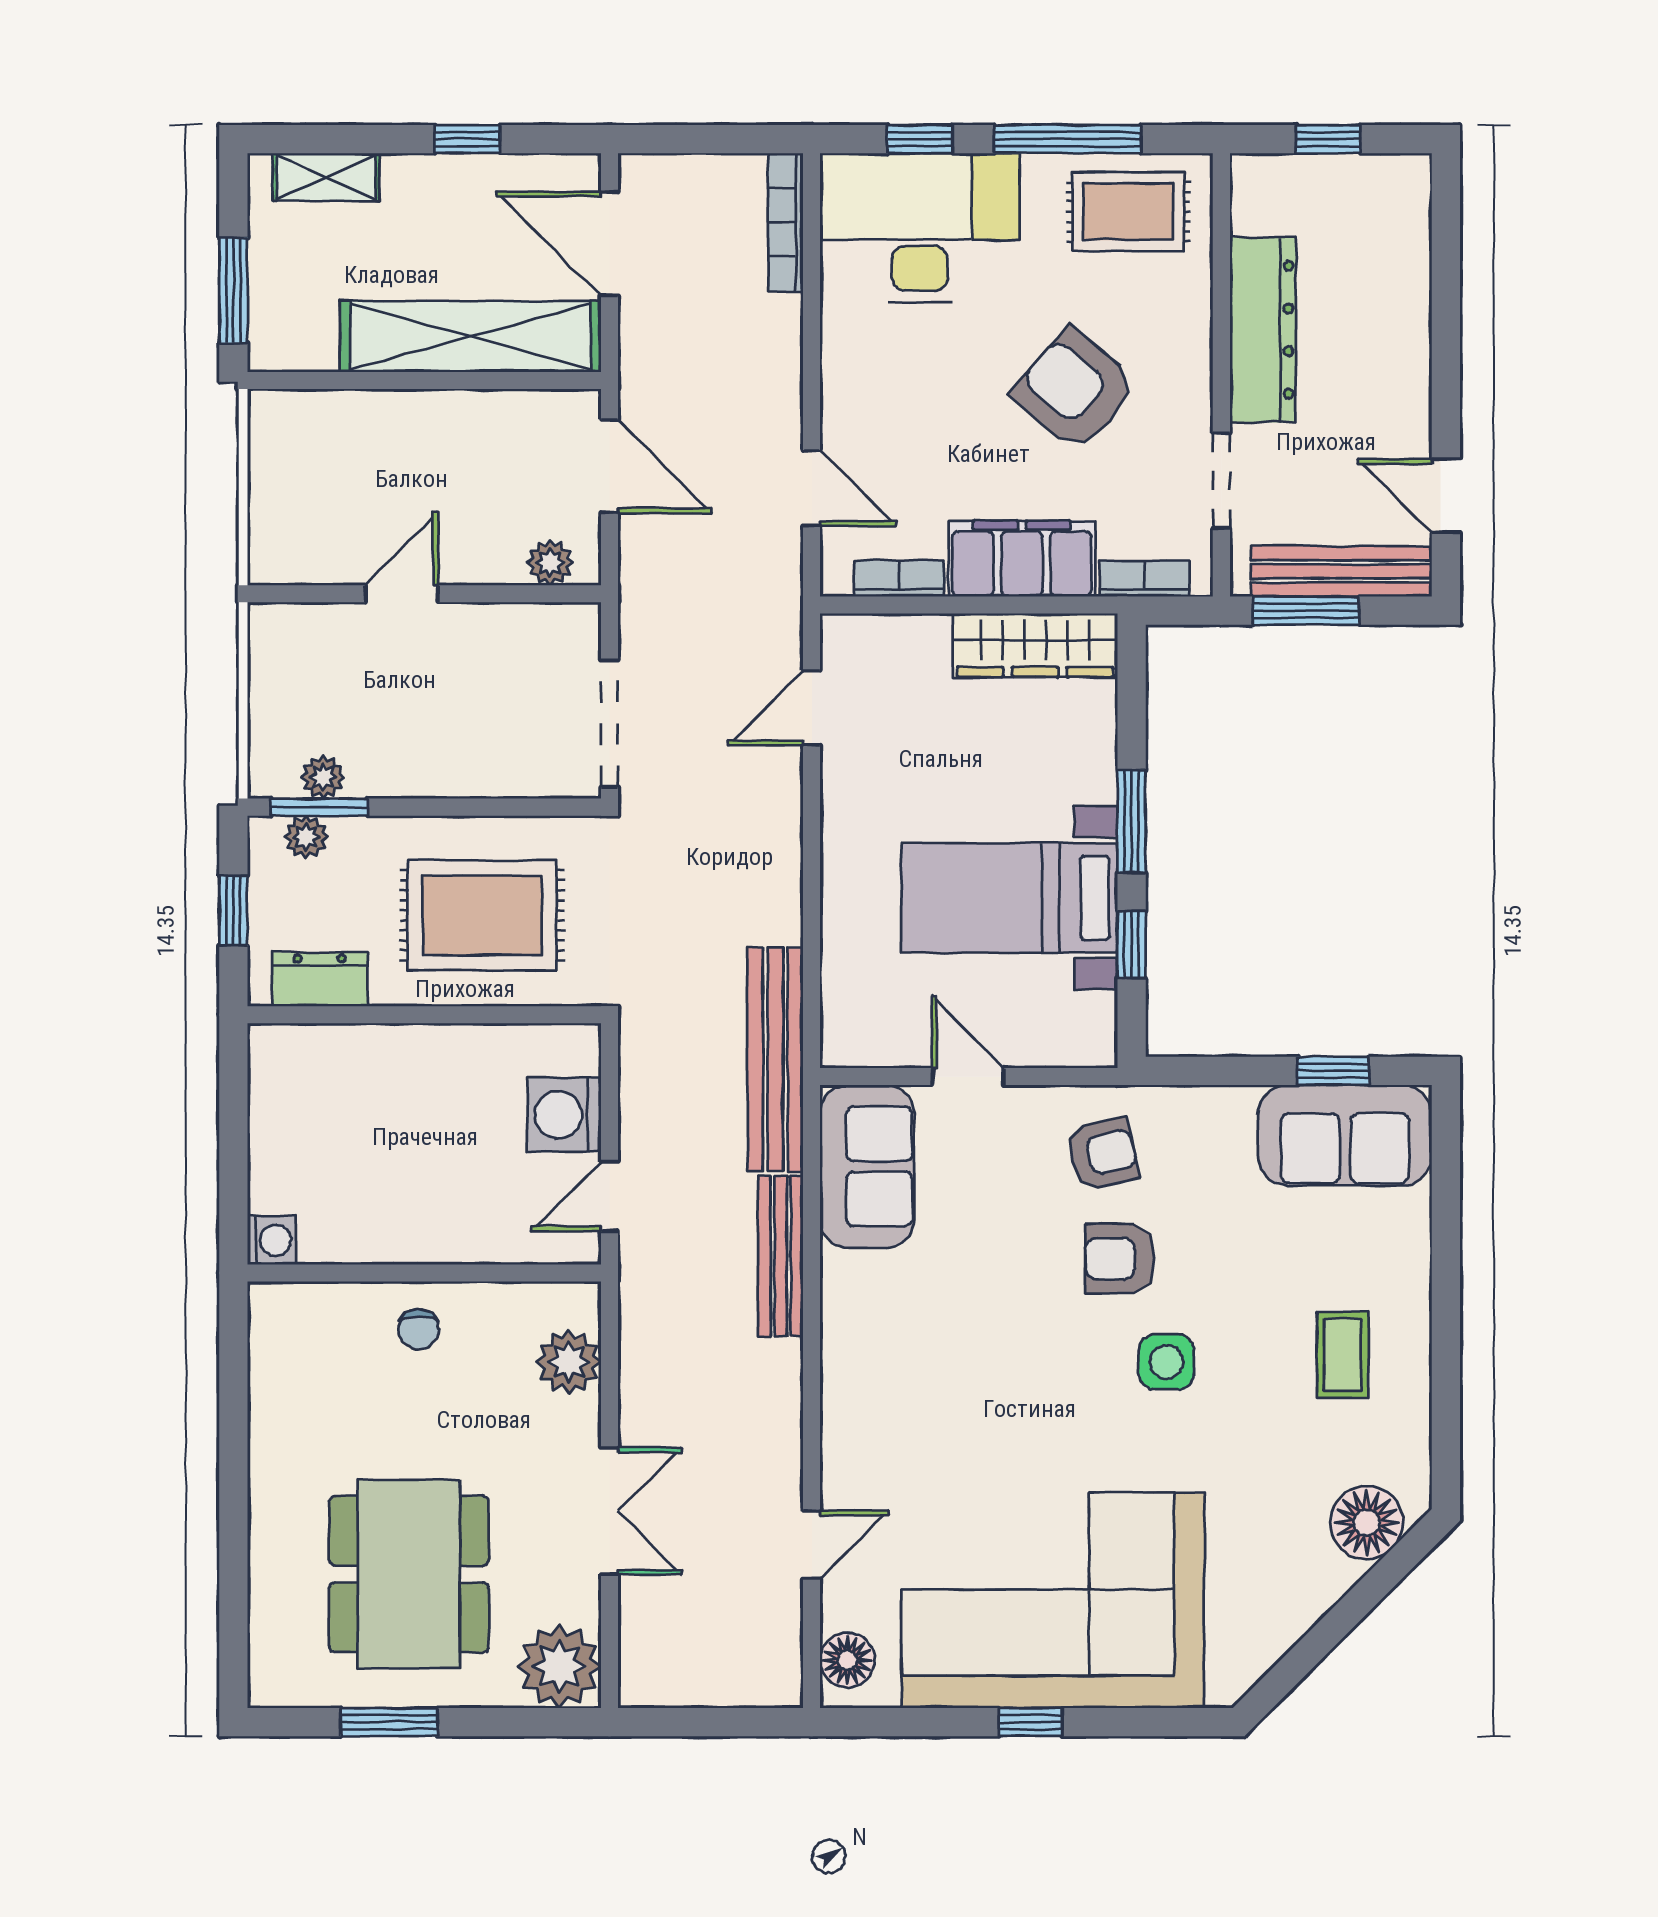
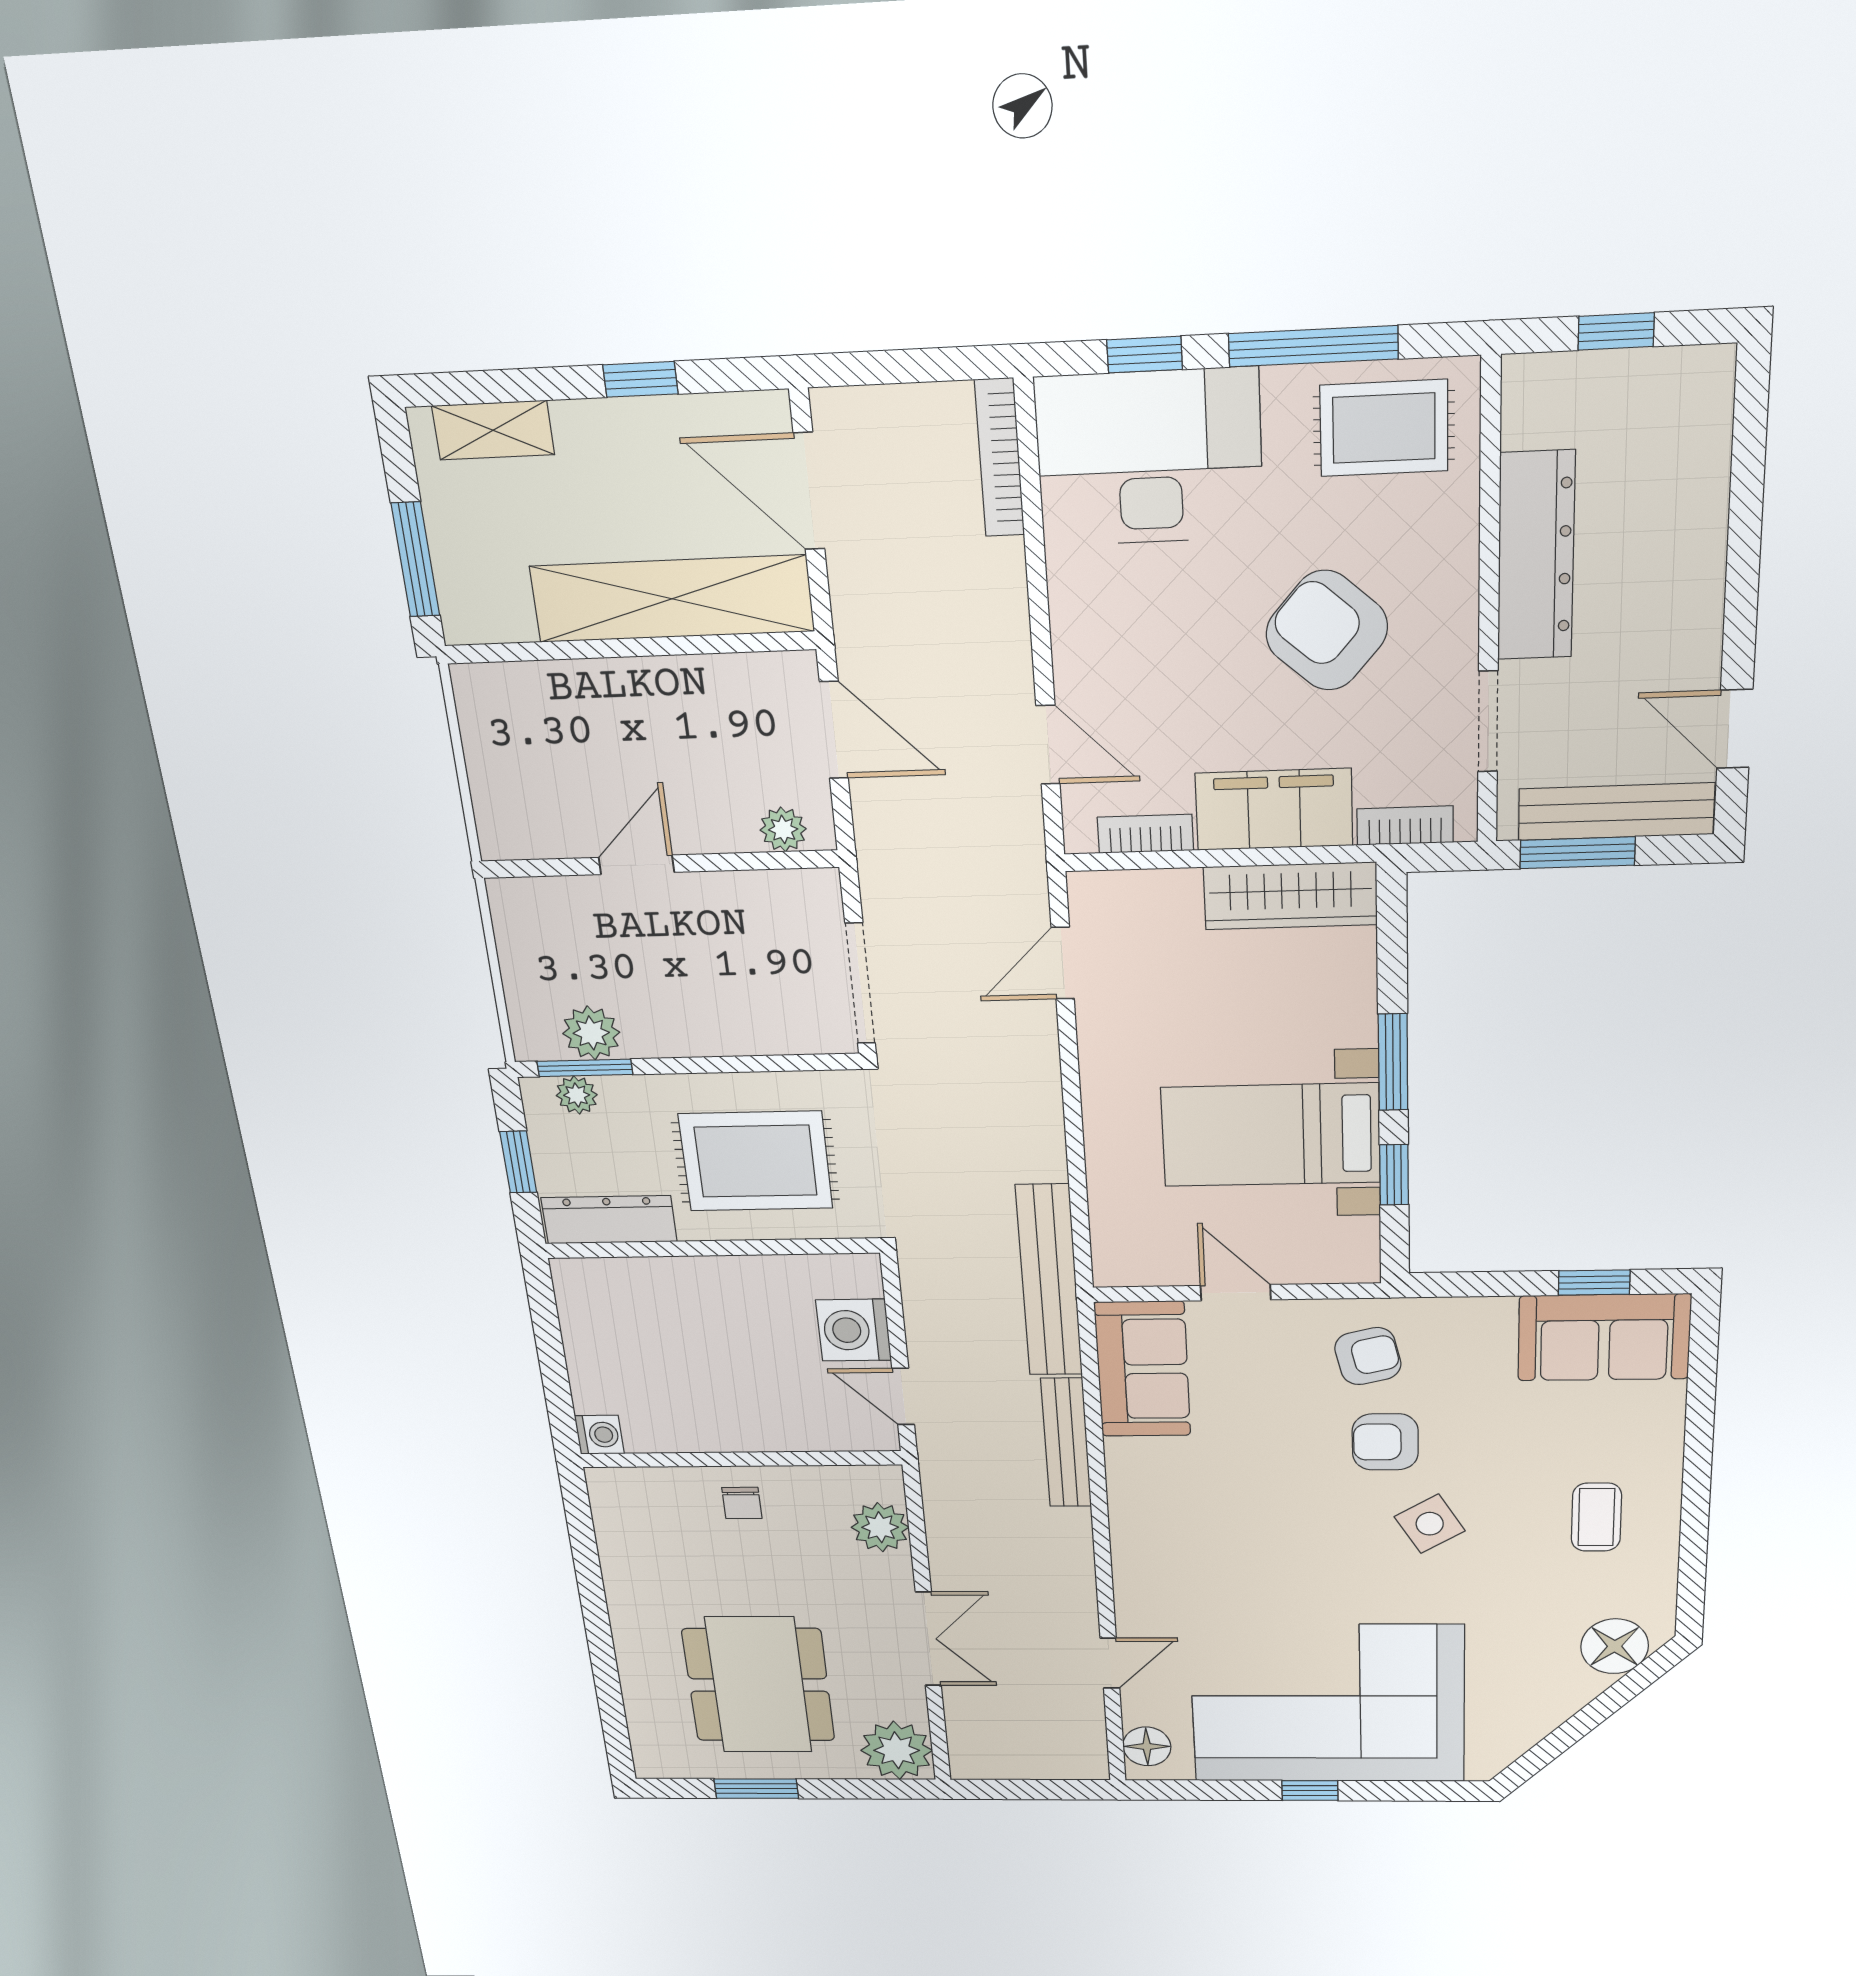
plant: (323, 777) -> (591, 1033), width x1.38, depth x1.38
dresser: (320, 979) -> (609, 1220), width x1.44
door: (609, 1196) -> (903, 1396), hinge flipped
side table: (1166, 1362) -> (1430, 1524), turned -31

